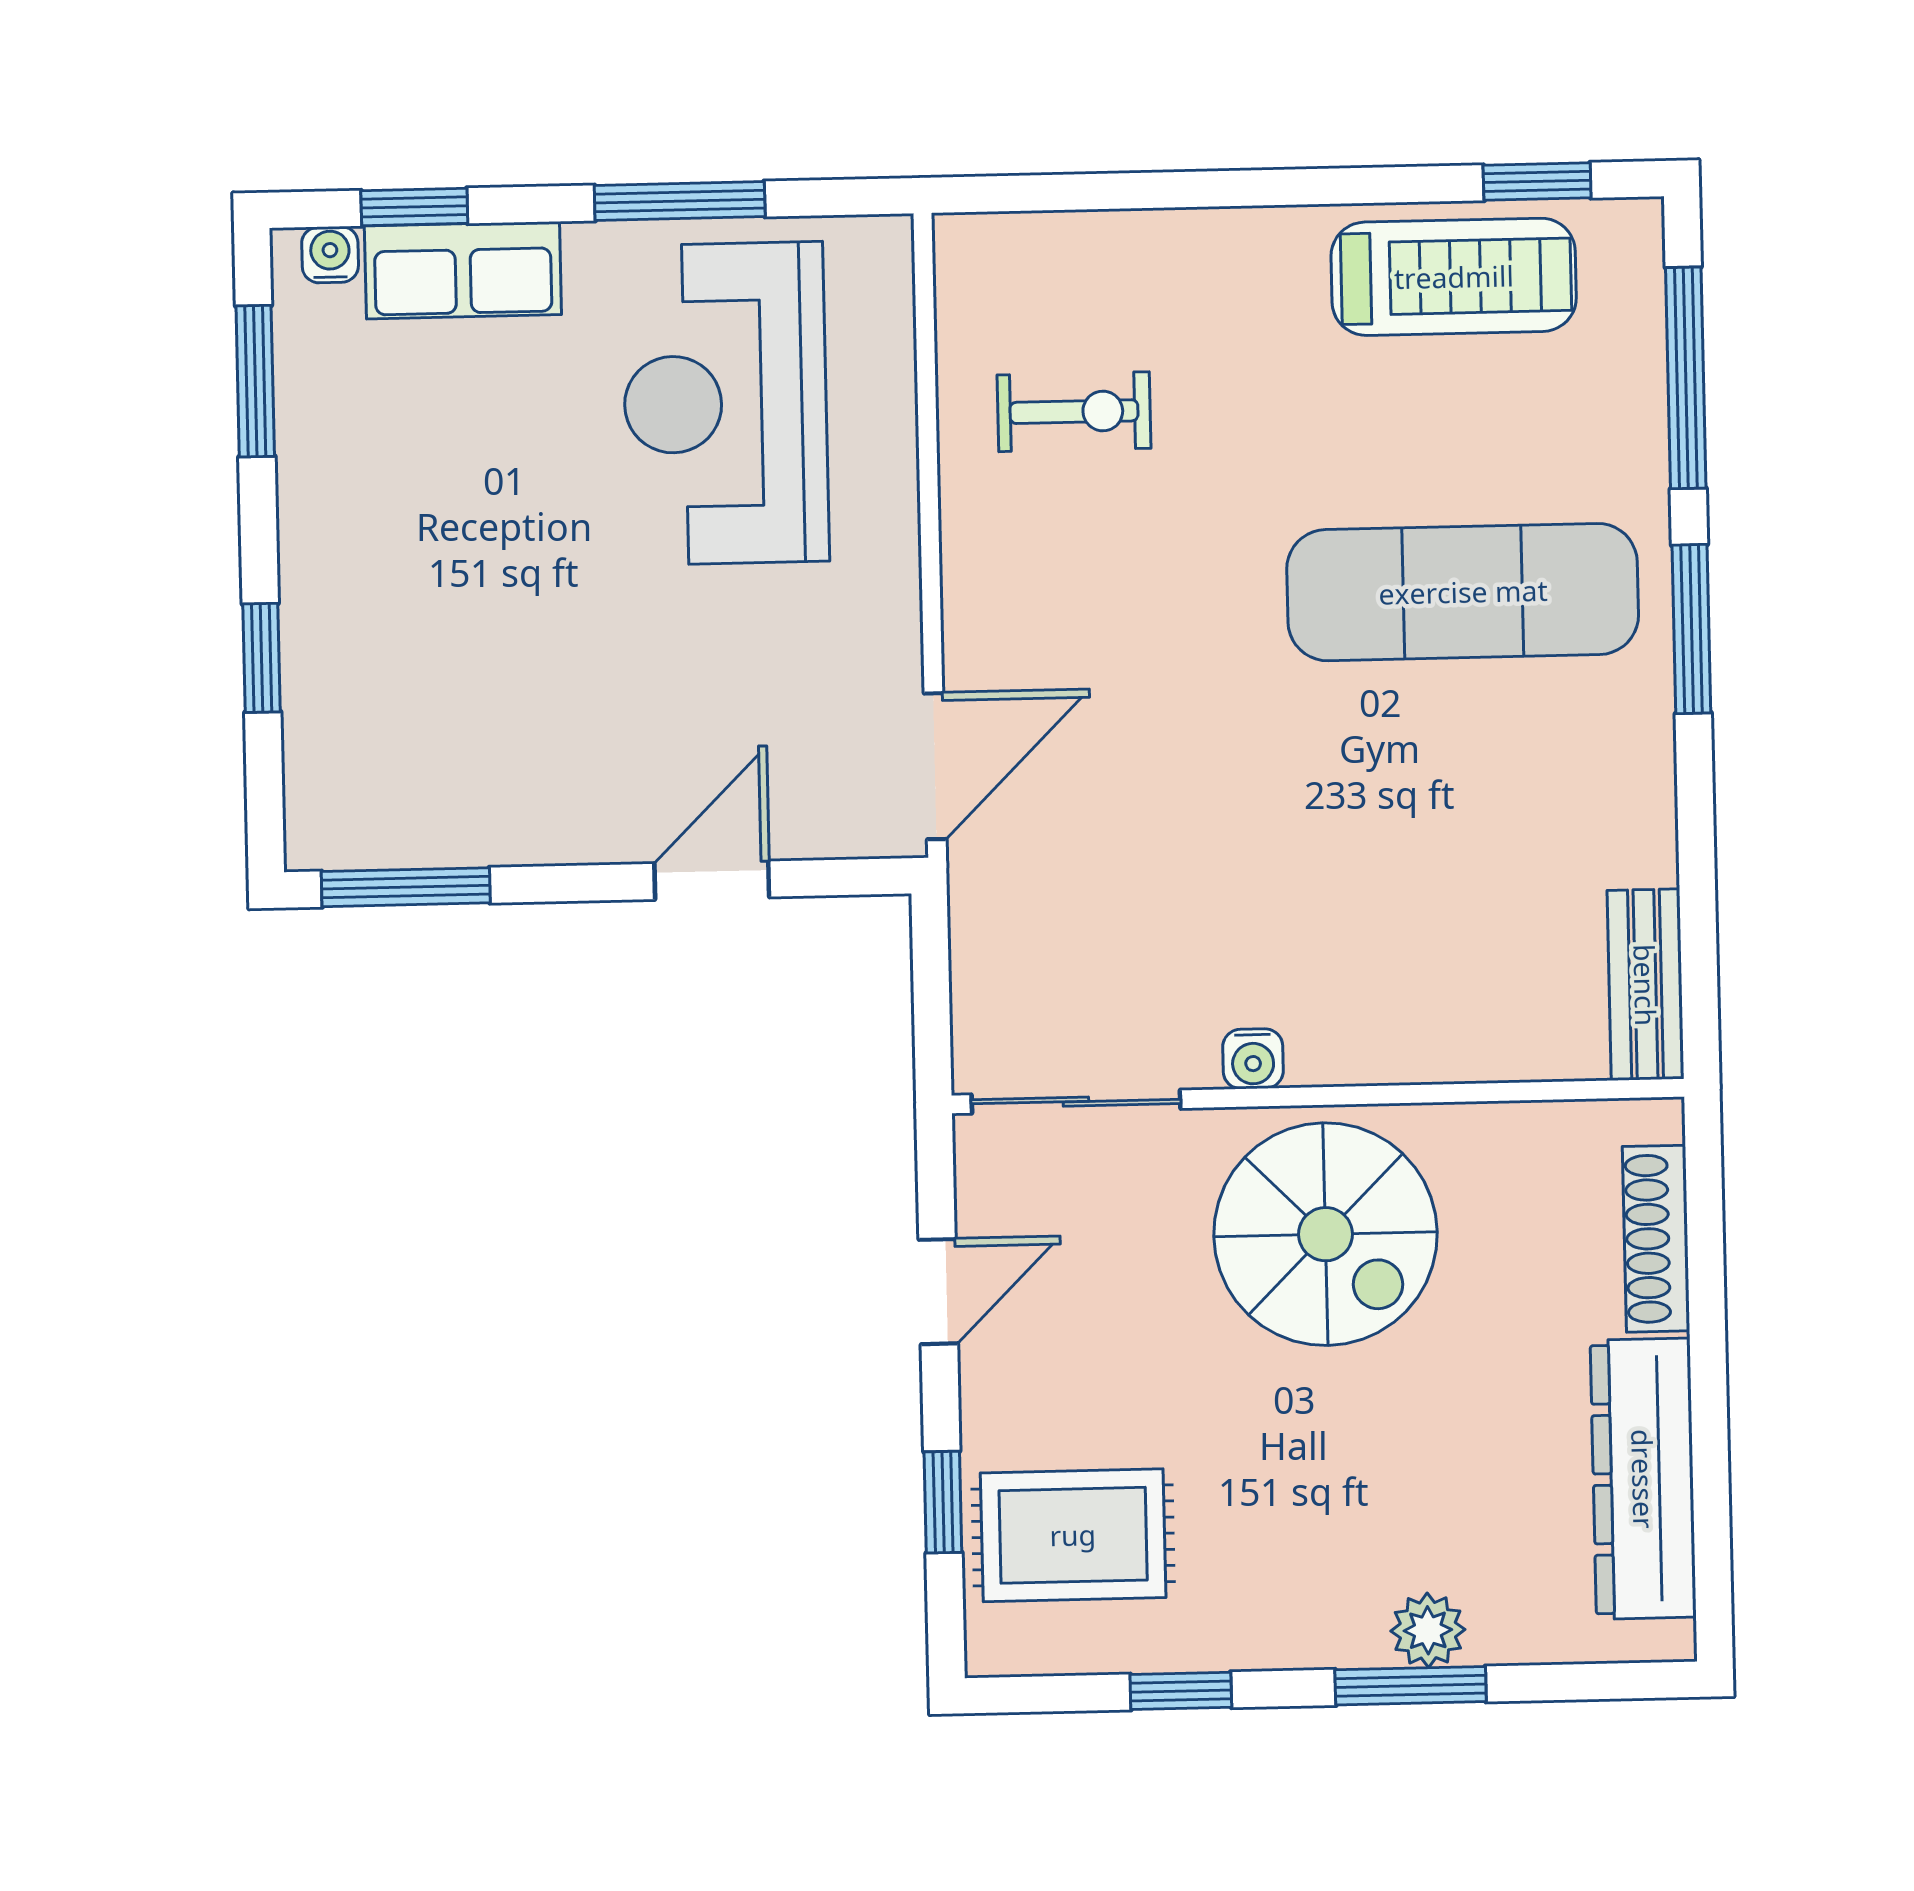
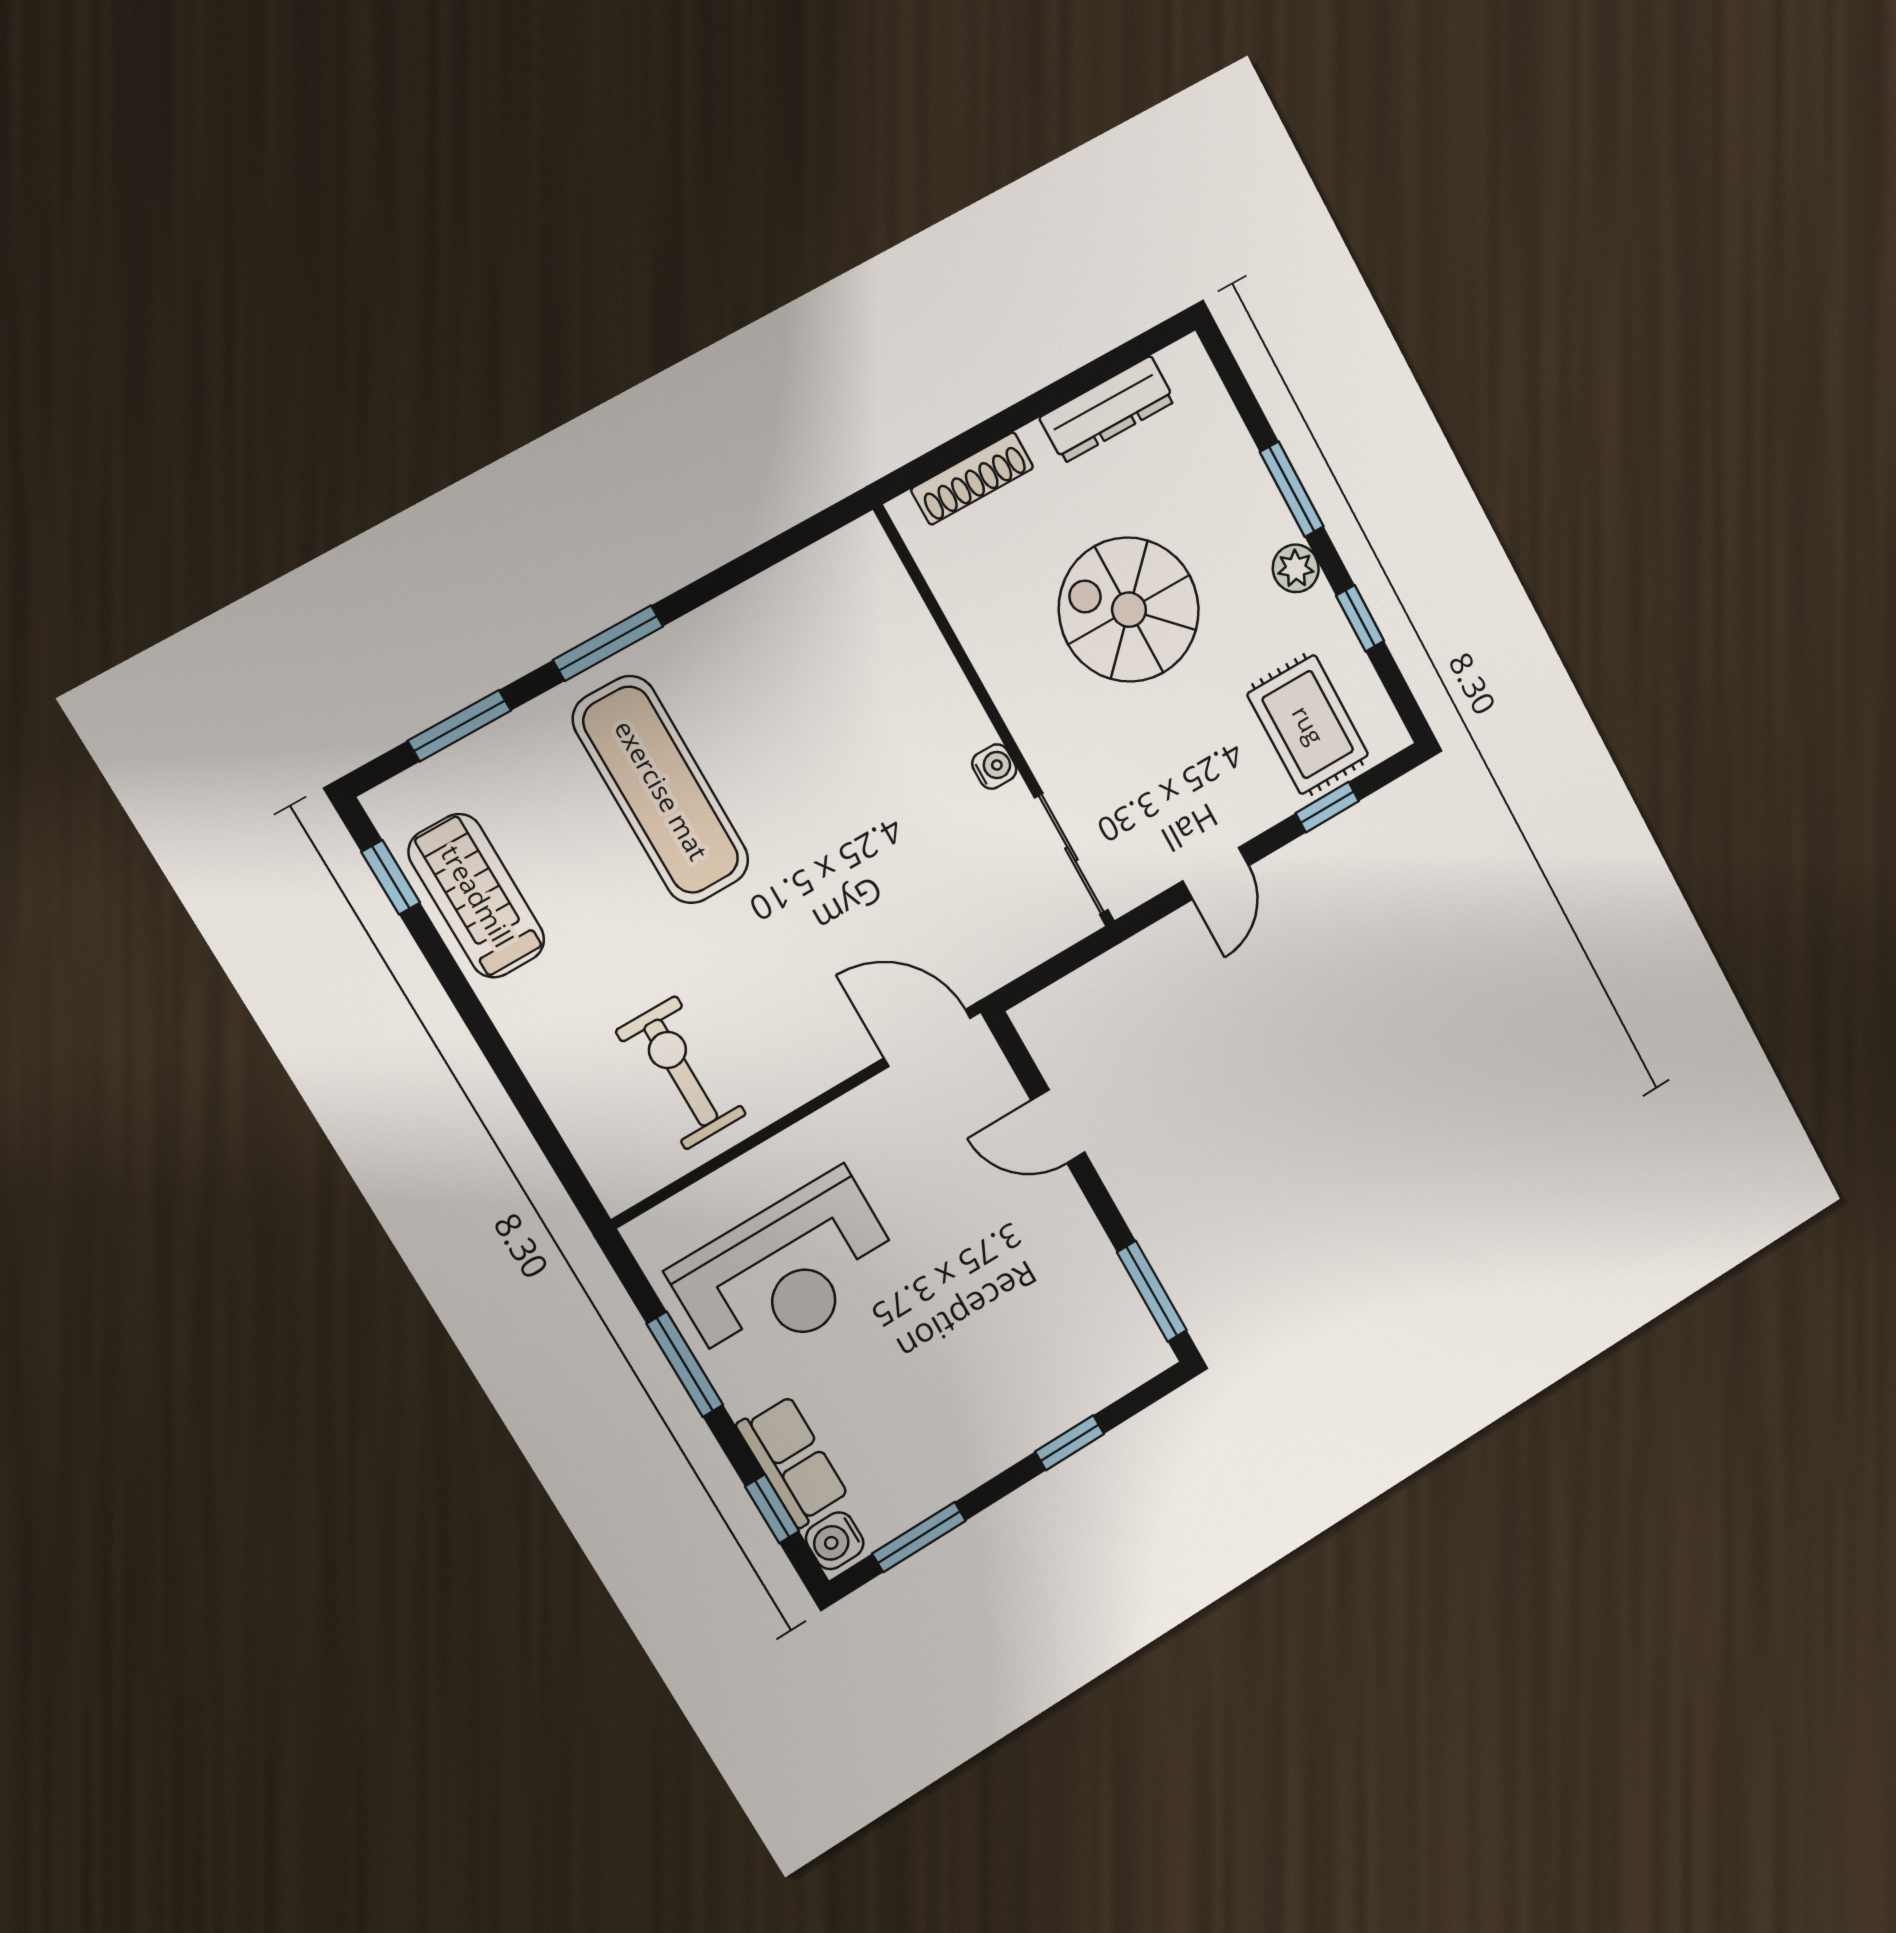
water cooler: (330, 255) -> (835, 1541), width x1.38, depth x1.38
window: (1686, 378) -> (459, 726), width x0.69
exercise bike: (1074, 412) -> (681, 1073), width x1.38, depth x1.39
bench: (1645, 985) -> (831, 561), removed
spiral stairs: (1326, 1234) -> (1129, 610), moved, turned -90
door: (938, 1292) -> (1216, 873), swing flipped
dresser: (1643, 1479) -> (1107, 409), width x0.73, depth x0.80
plant: (1428, 1630) -> (1296, 568), moved

